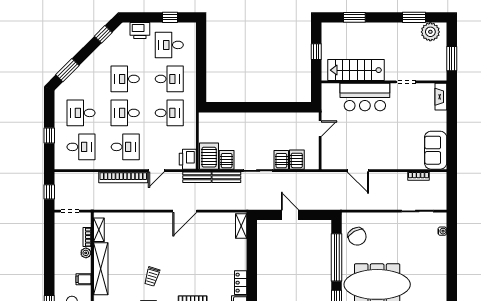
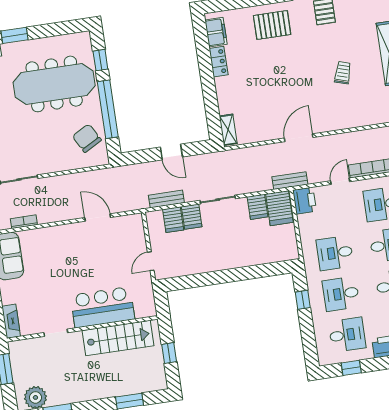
window: (201, 79) -> (303, 300), added
bench: (226, 177) -> (166, 199), moved
trolley: (152, 276) -> (343, 73), moved

